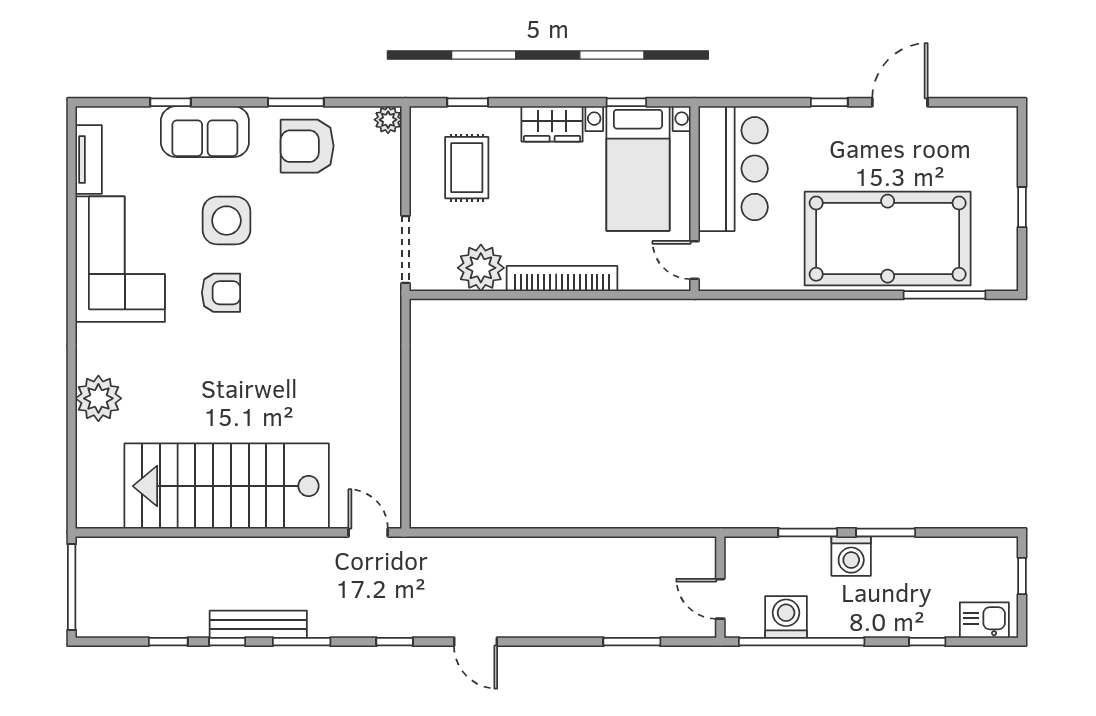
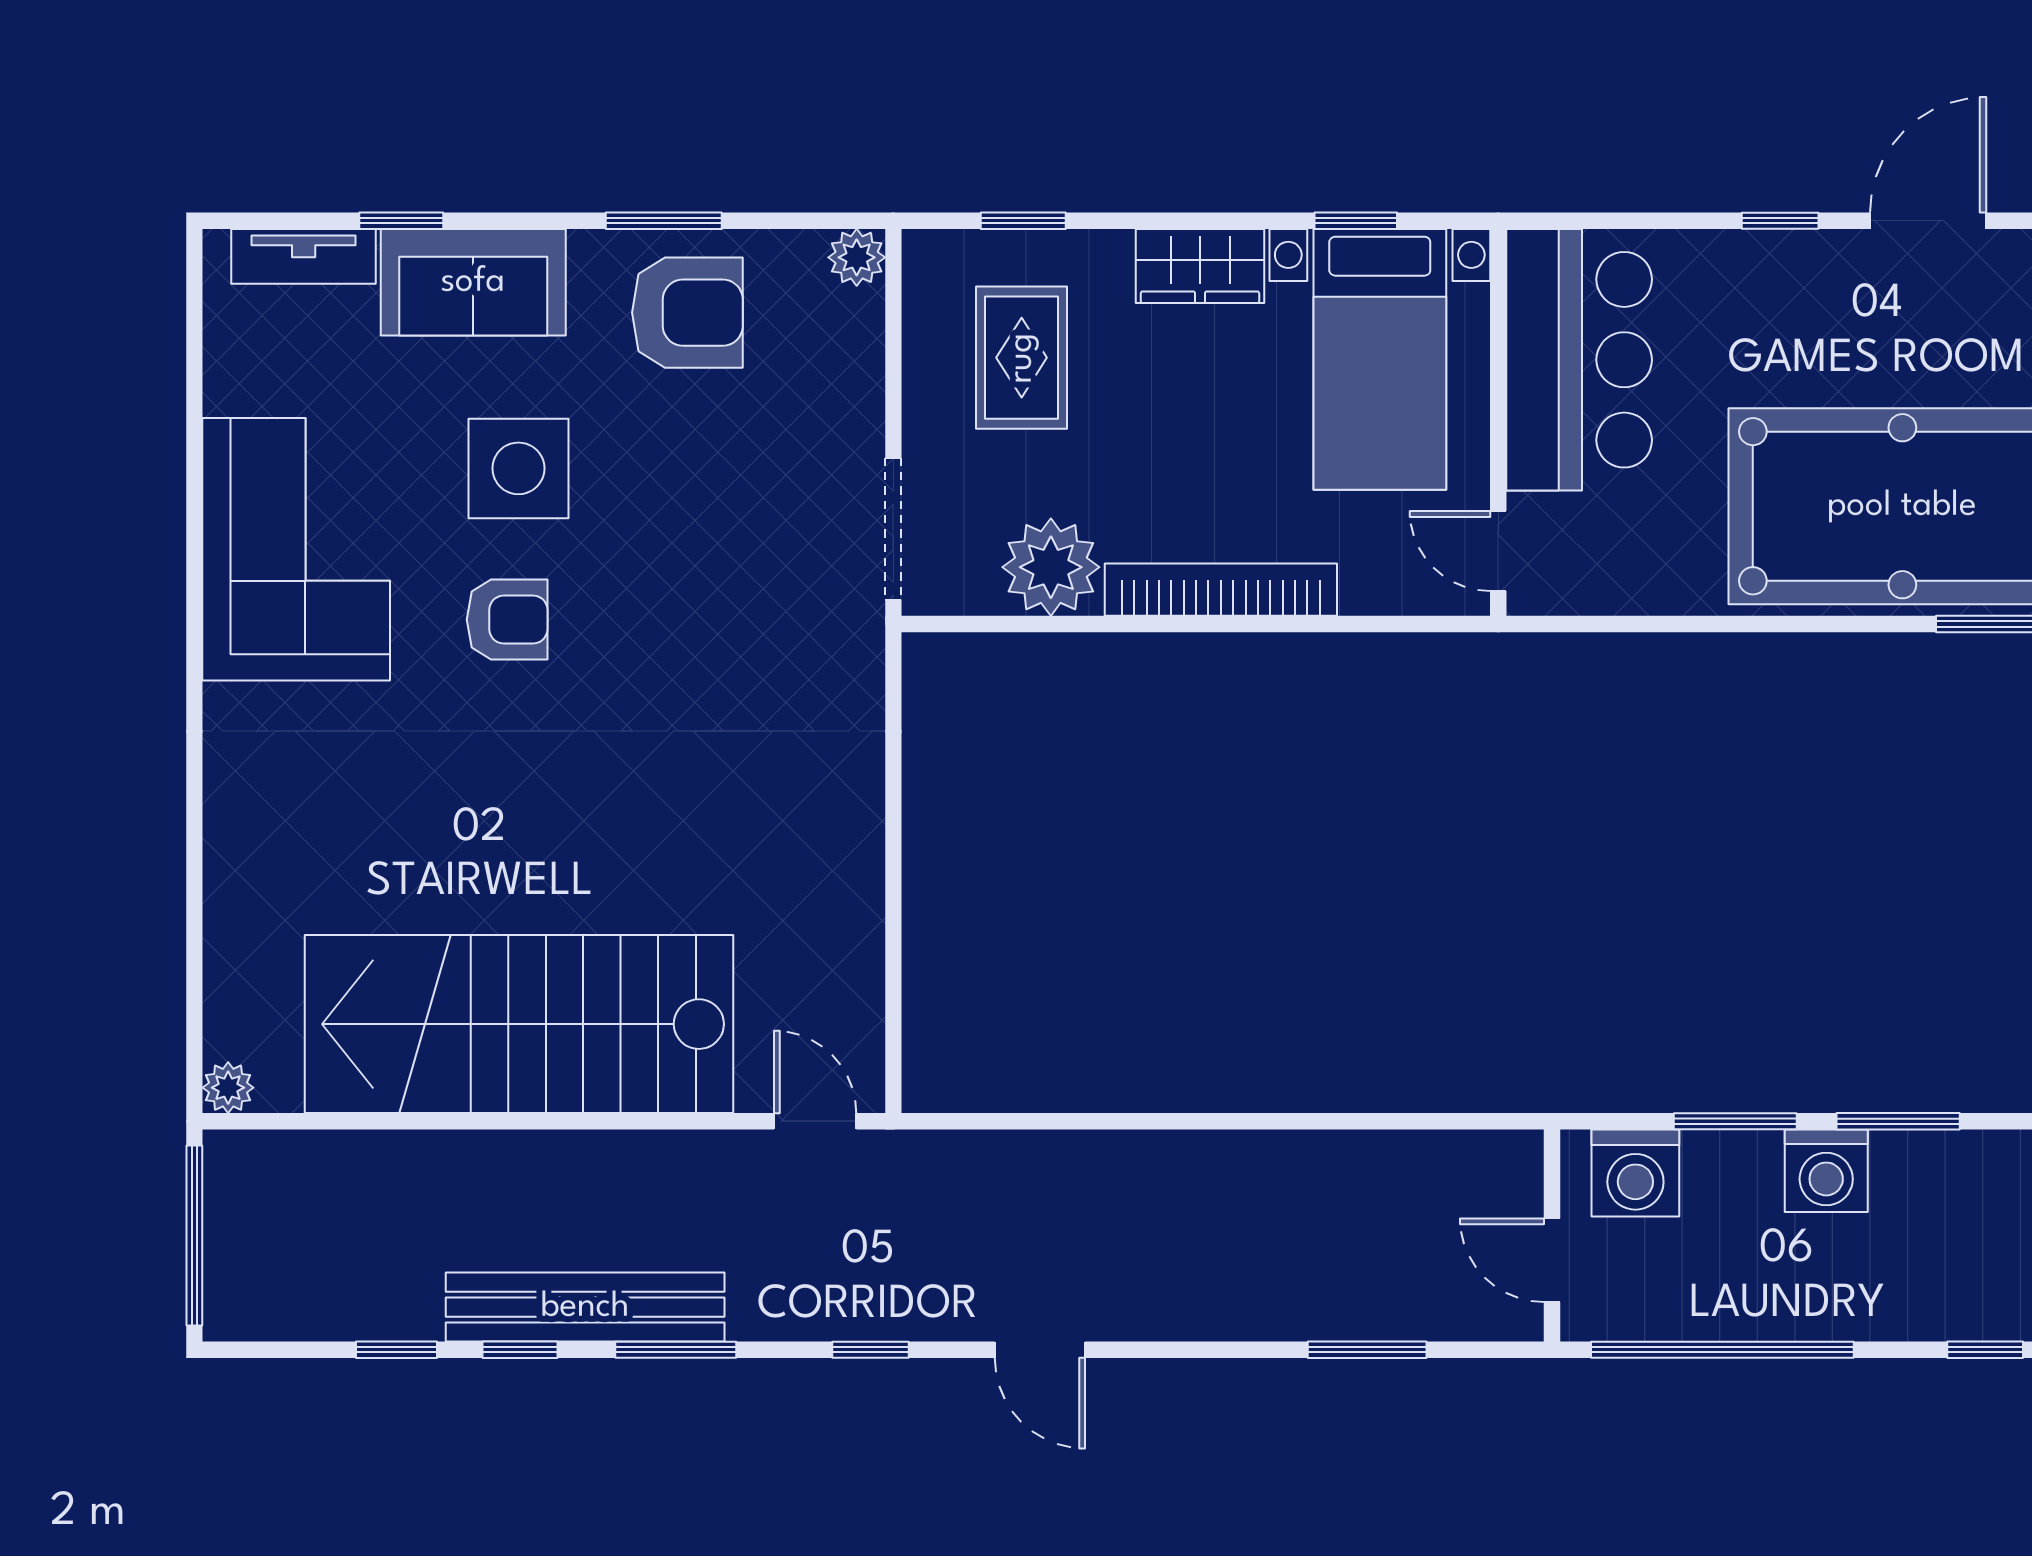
armchair: (307, 146) -> (687, 313), turned 180
tv unit: (89, 159) -> (304, 256), moved, turned 90
plant: (98, 398) -> (228, 1088), moved, width x0.53, depth x0.53
washing machine: (786, 617) -> (1635, 1173), moved, turned 180
bench: (258, 624) -> (585, 1307), width x1.37, depth x1.21

